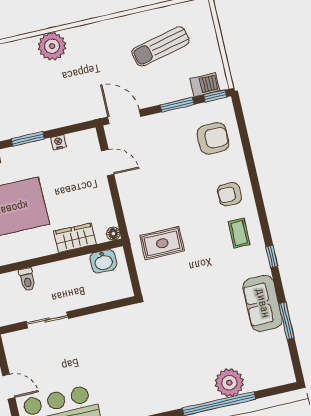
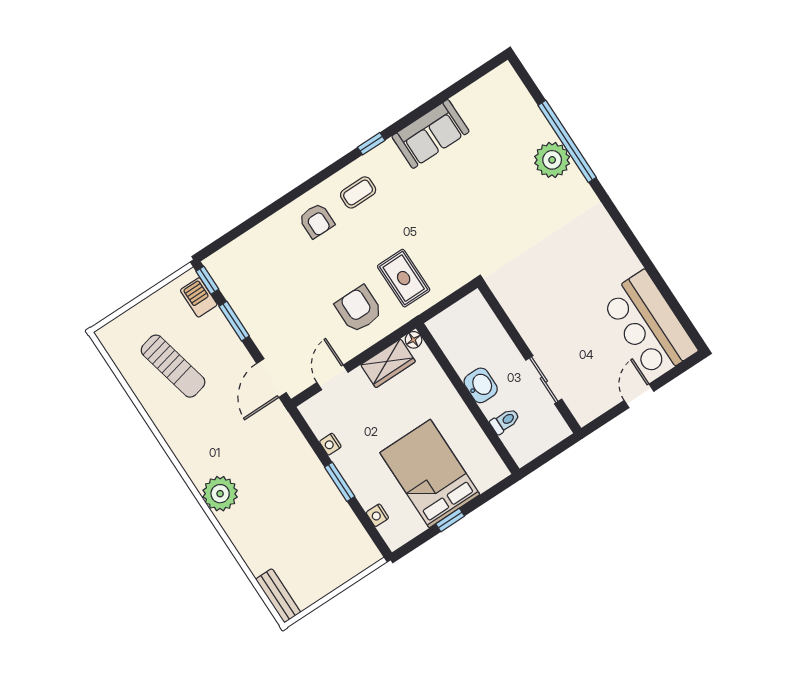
armchair: (213, 138) -> (359, 309), moved
wardrobe: (75, 238) -> (388, 363), moved, turned -90
washbasin: (103, 261) -> (481, 385), moved
window: (286, 321) -> (440, 98), removed
plant: (229, 383) -> (552, 160), moved

